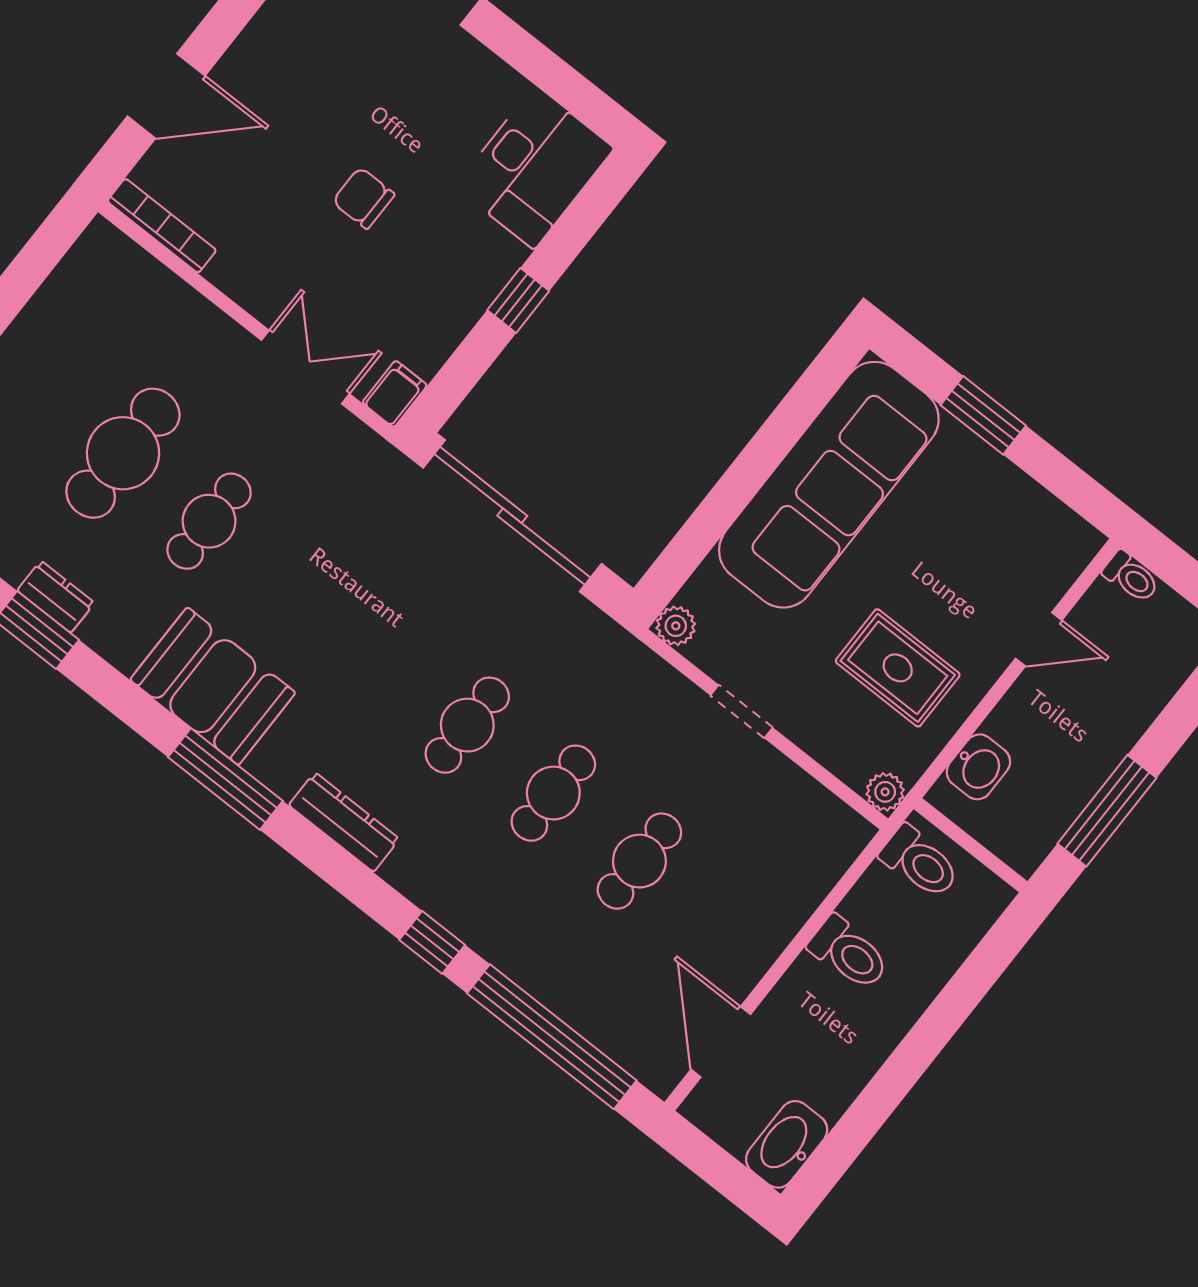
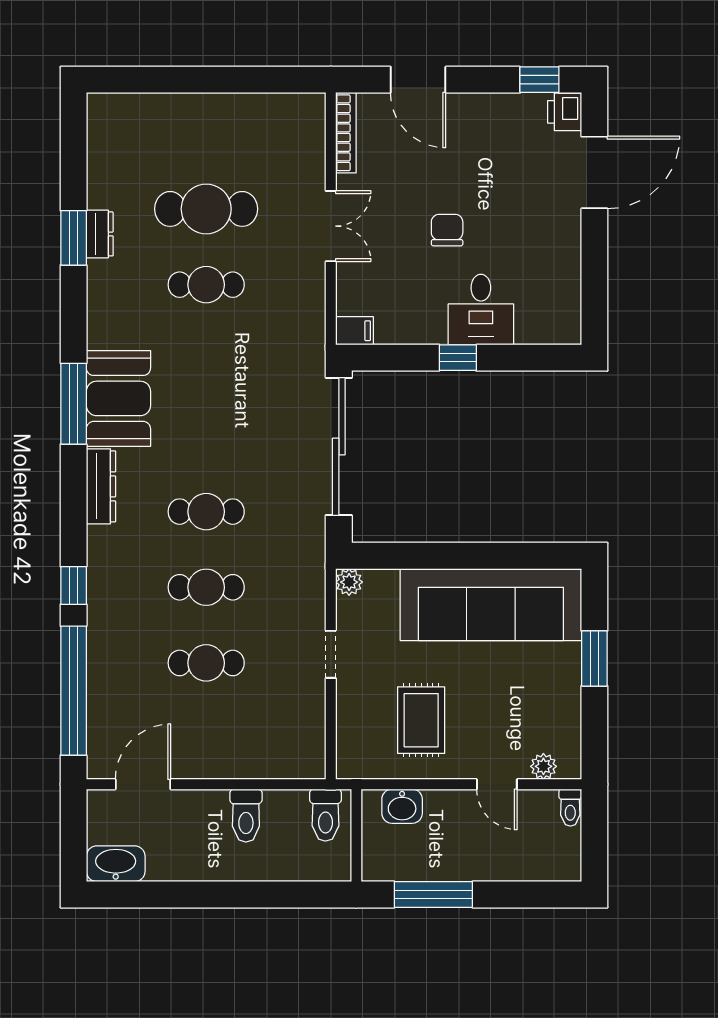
desk: (534, 168) -> (481, 310), moved, width x0.73
double door: (305, 367) -> (331, 226), moved
booth: (213, 686) -> (118, 398), moved
plant: (885, 792) -> (543, 766), moved

